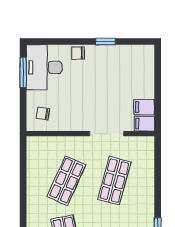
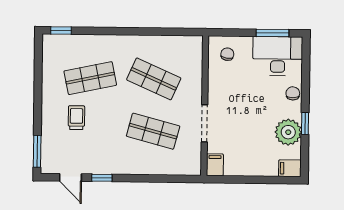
plant: (114, 57) -> (288, 132), added
filing cabinet: (144, 107) -> (290, 168), moved, turned -90

